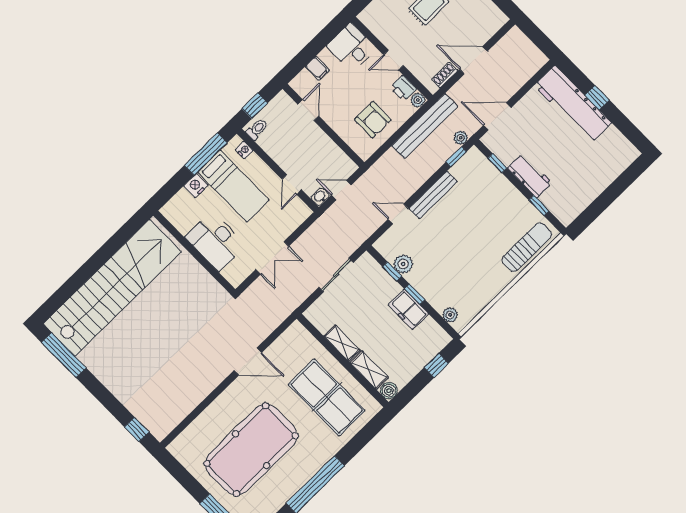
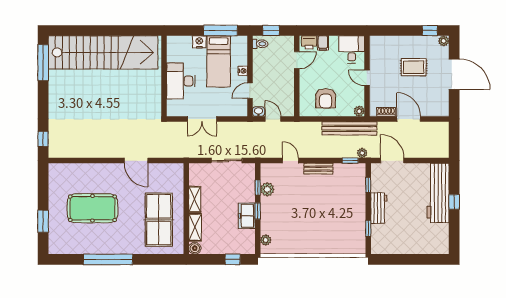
printer: (403, 88) -> (309, 42), moved, turned -90
nightstand: (244, 150) -> (243, 71), moved
bench: (433, 195) -> (318, 169), width x0.73
sun lounger: (527, 247) -> (341, 244), removed
pool table: (251, 450) -> (92, 208), width x0.73, depth x0.76

